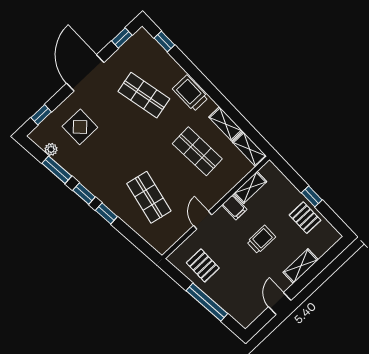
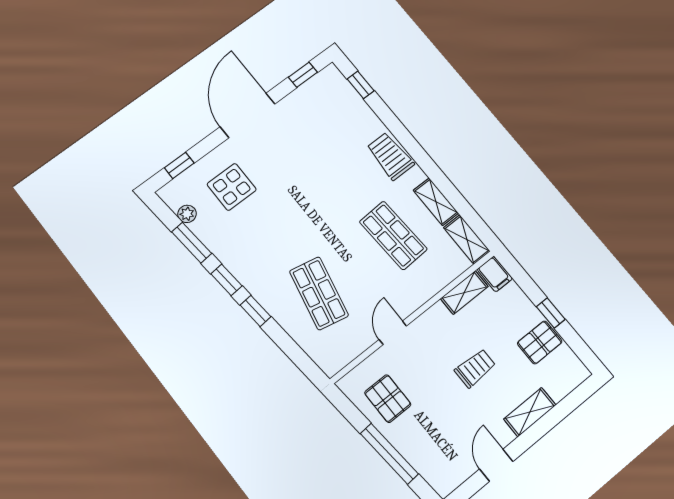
shop shelf: (144, 95) -> (326, 152), removed
filing cabinet: (234, 207) -> (495, 274), moved
pallet: (305, 218) -> (540, 342), turned 90

